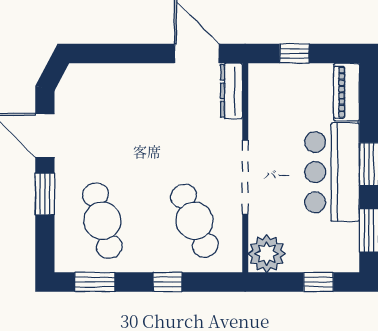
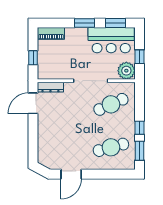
bar counter: (332, 172) -> (111, 40), moved
window: (45, 194) -> (98, 174), removed
window: (168, 282) -> (140, 128), moved
window: (318, 282) -> (140, 57), moved

